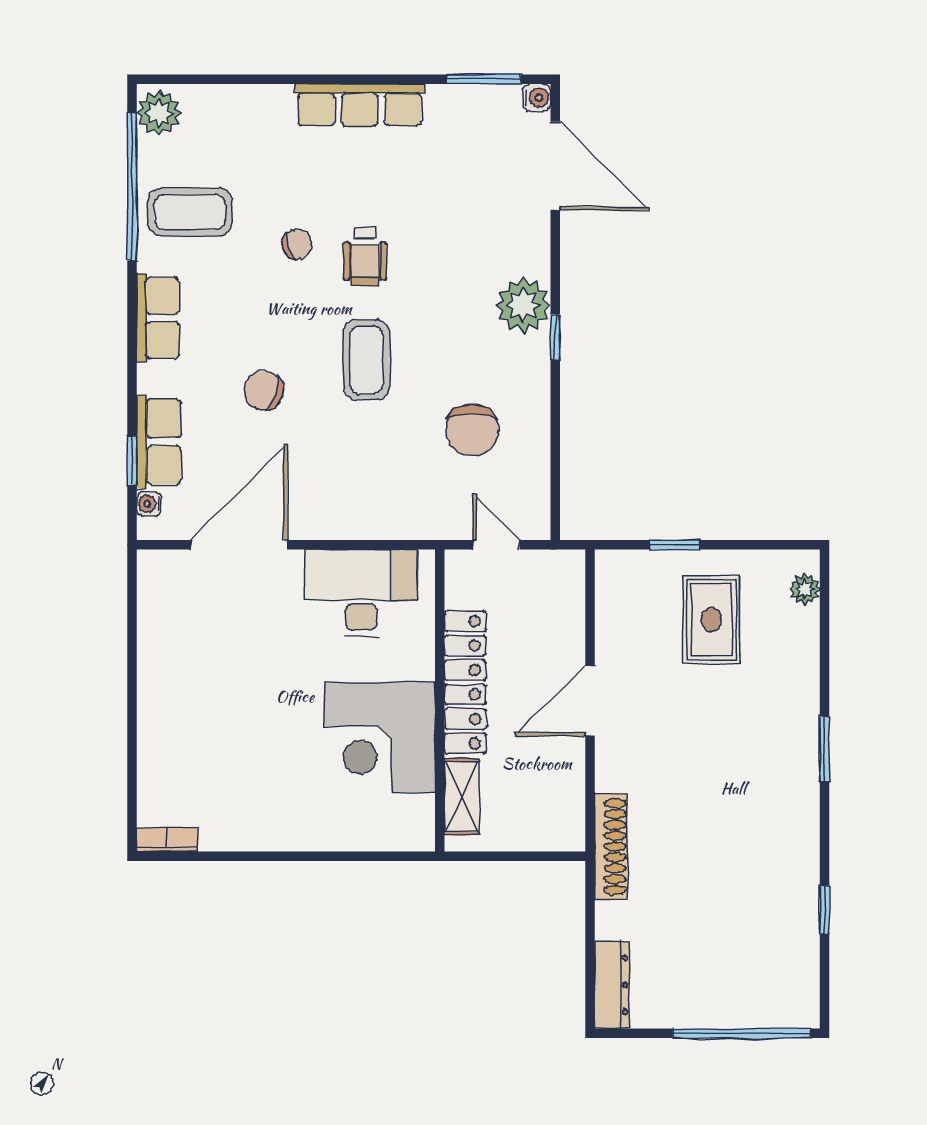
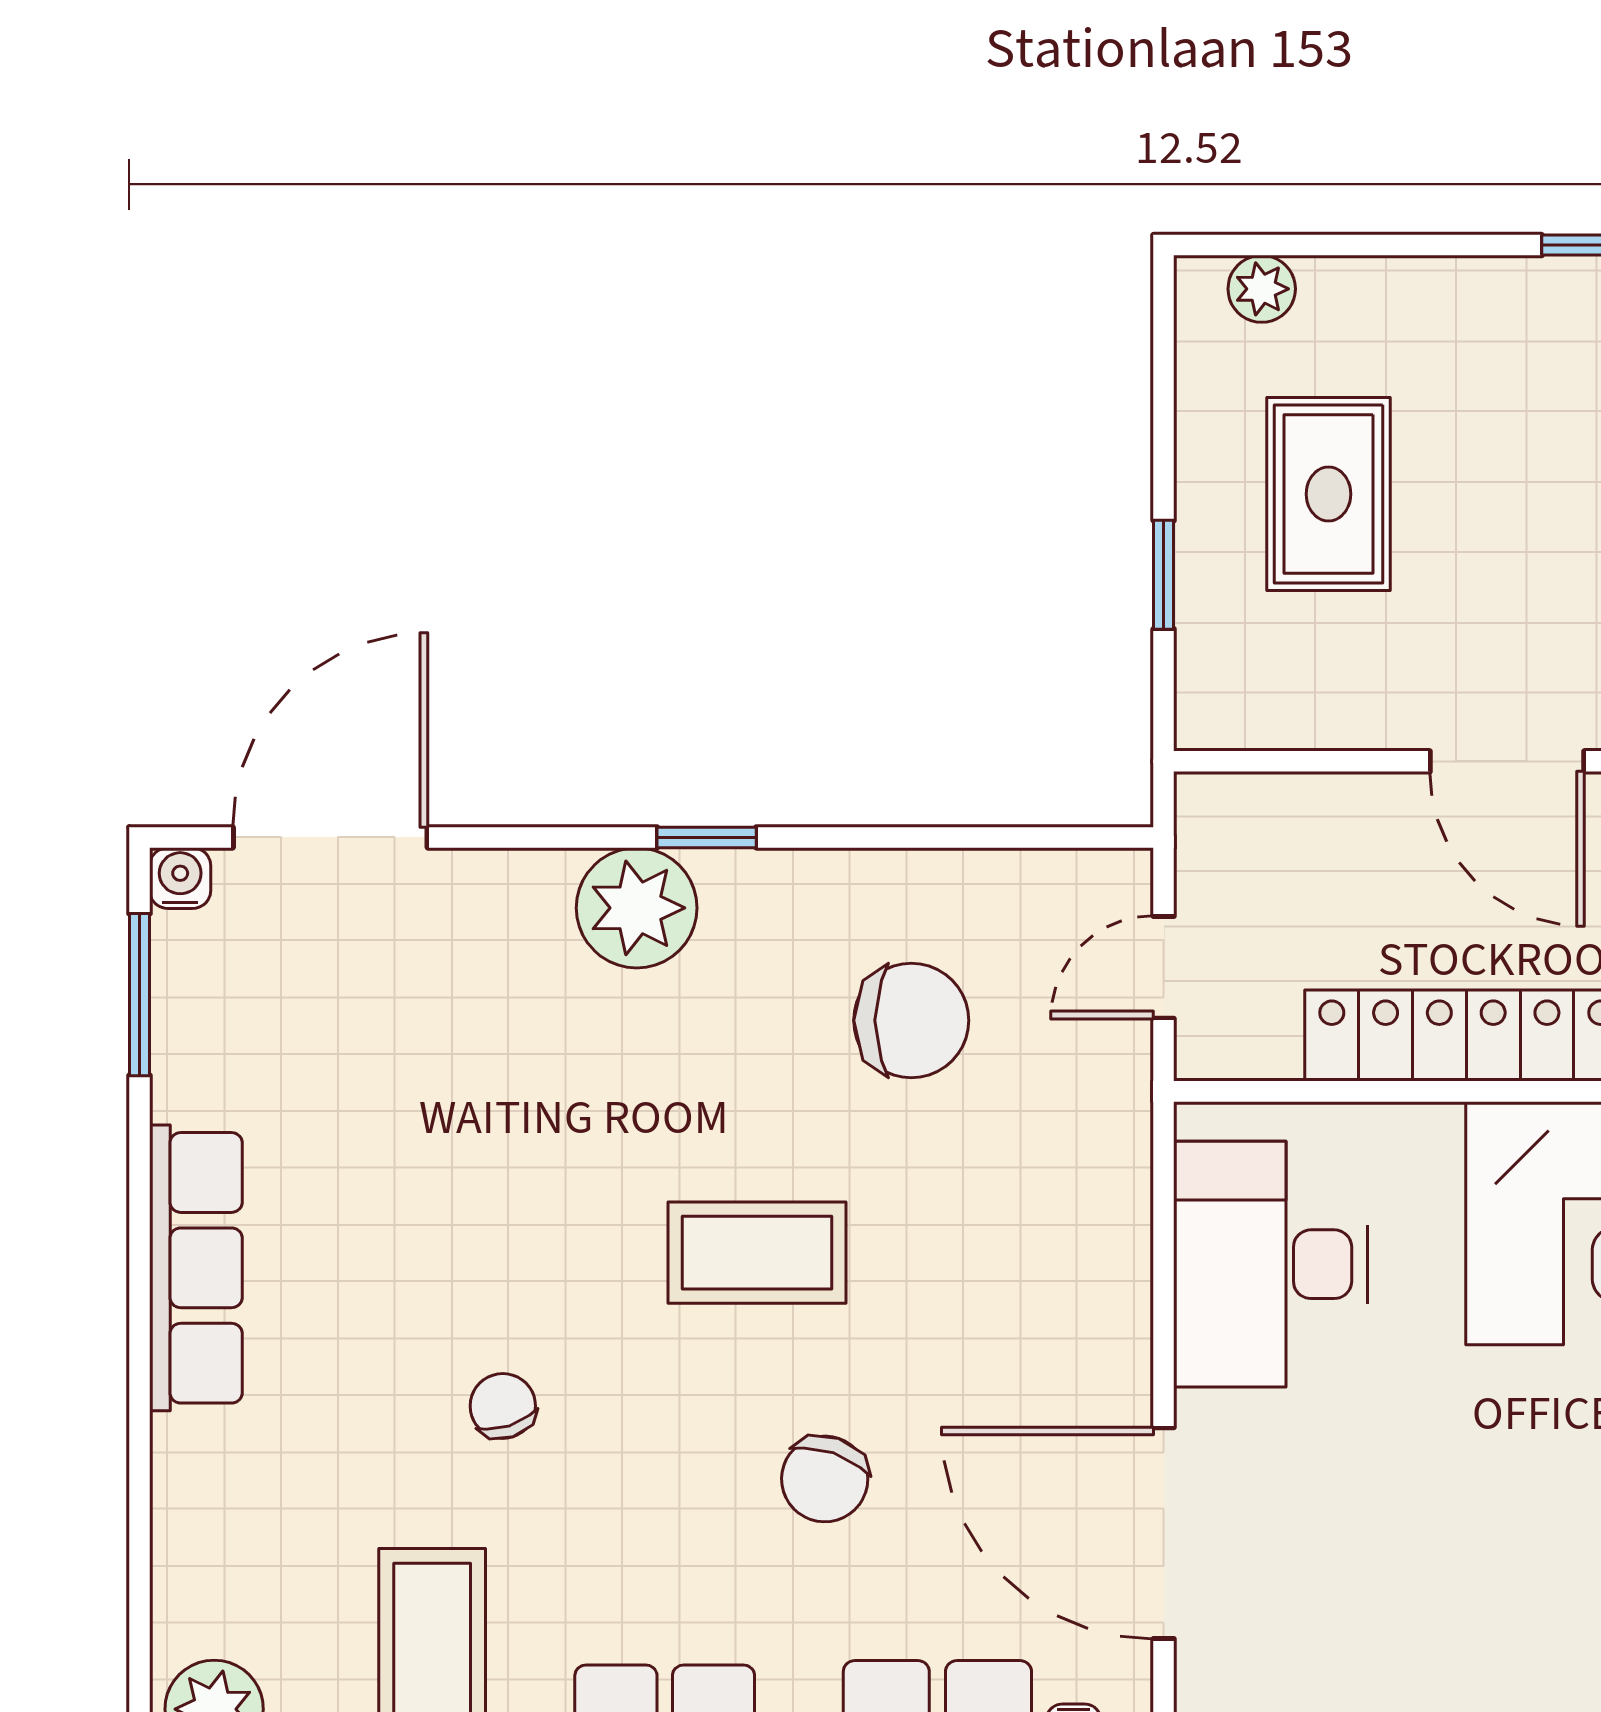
wheelchair: (365, 256) -> (529, 1256), removed
rug: (711, 620) -> (1328, 494), turned 90

